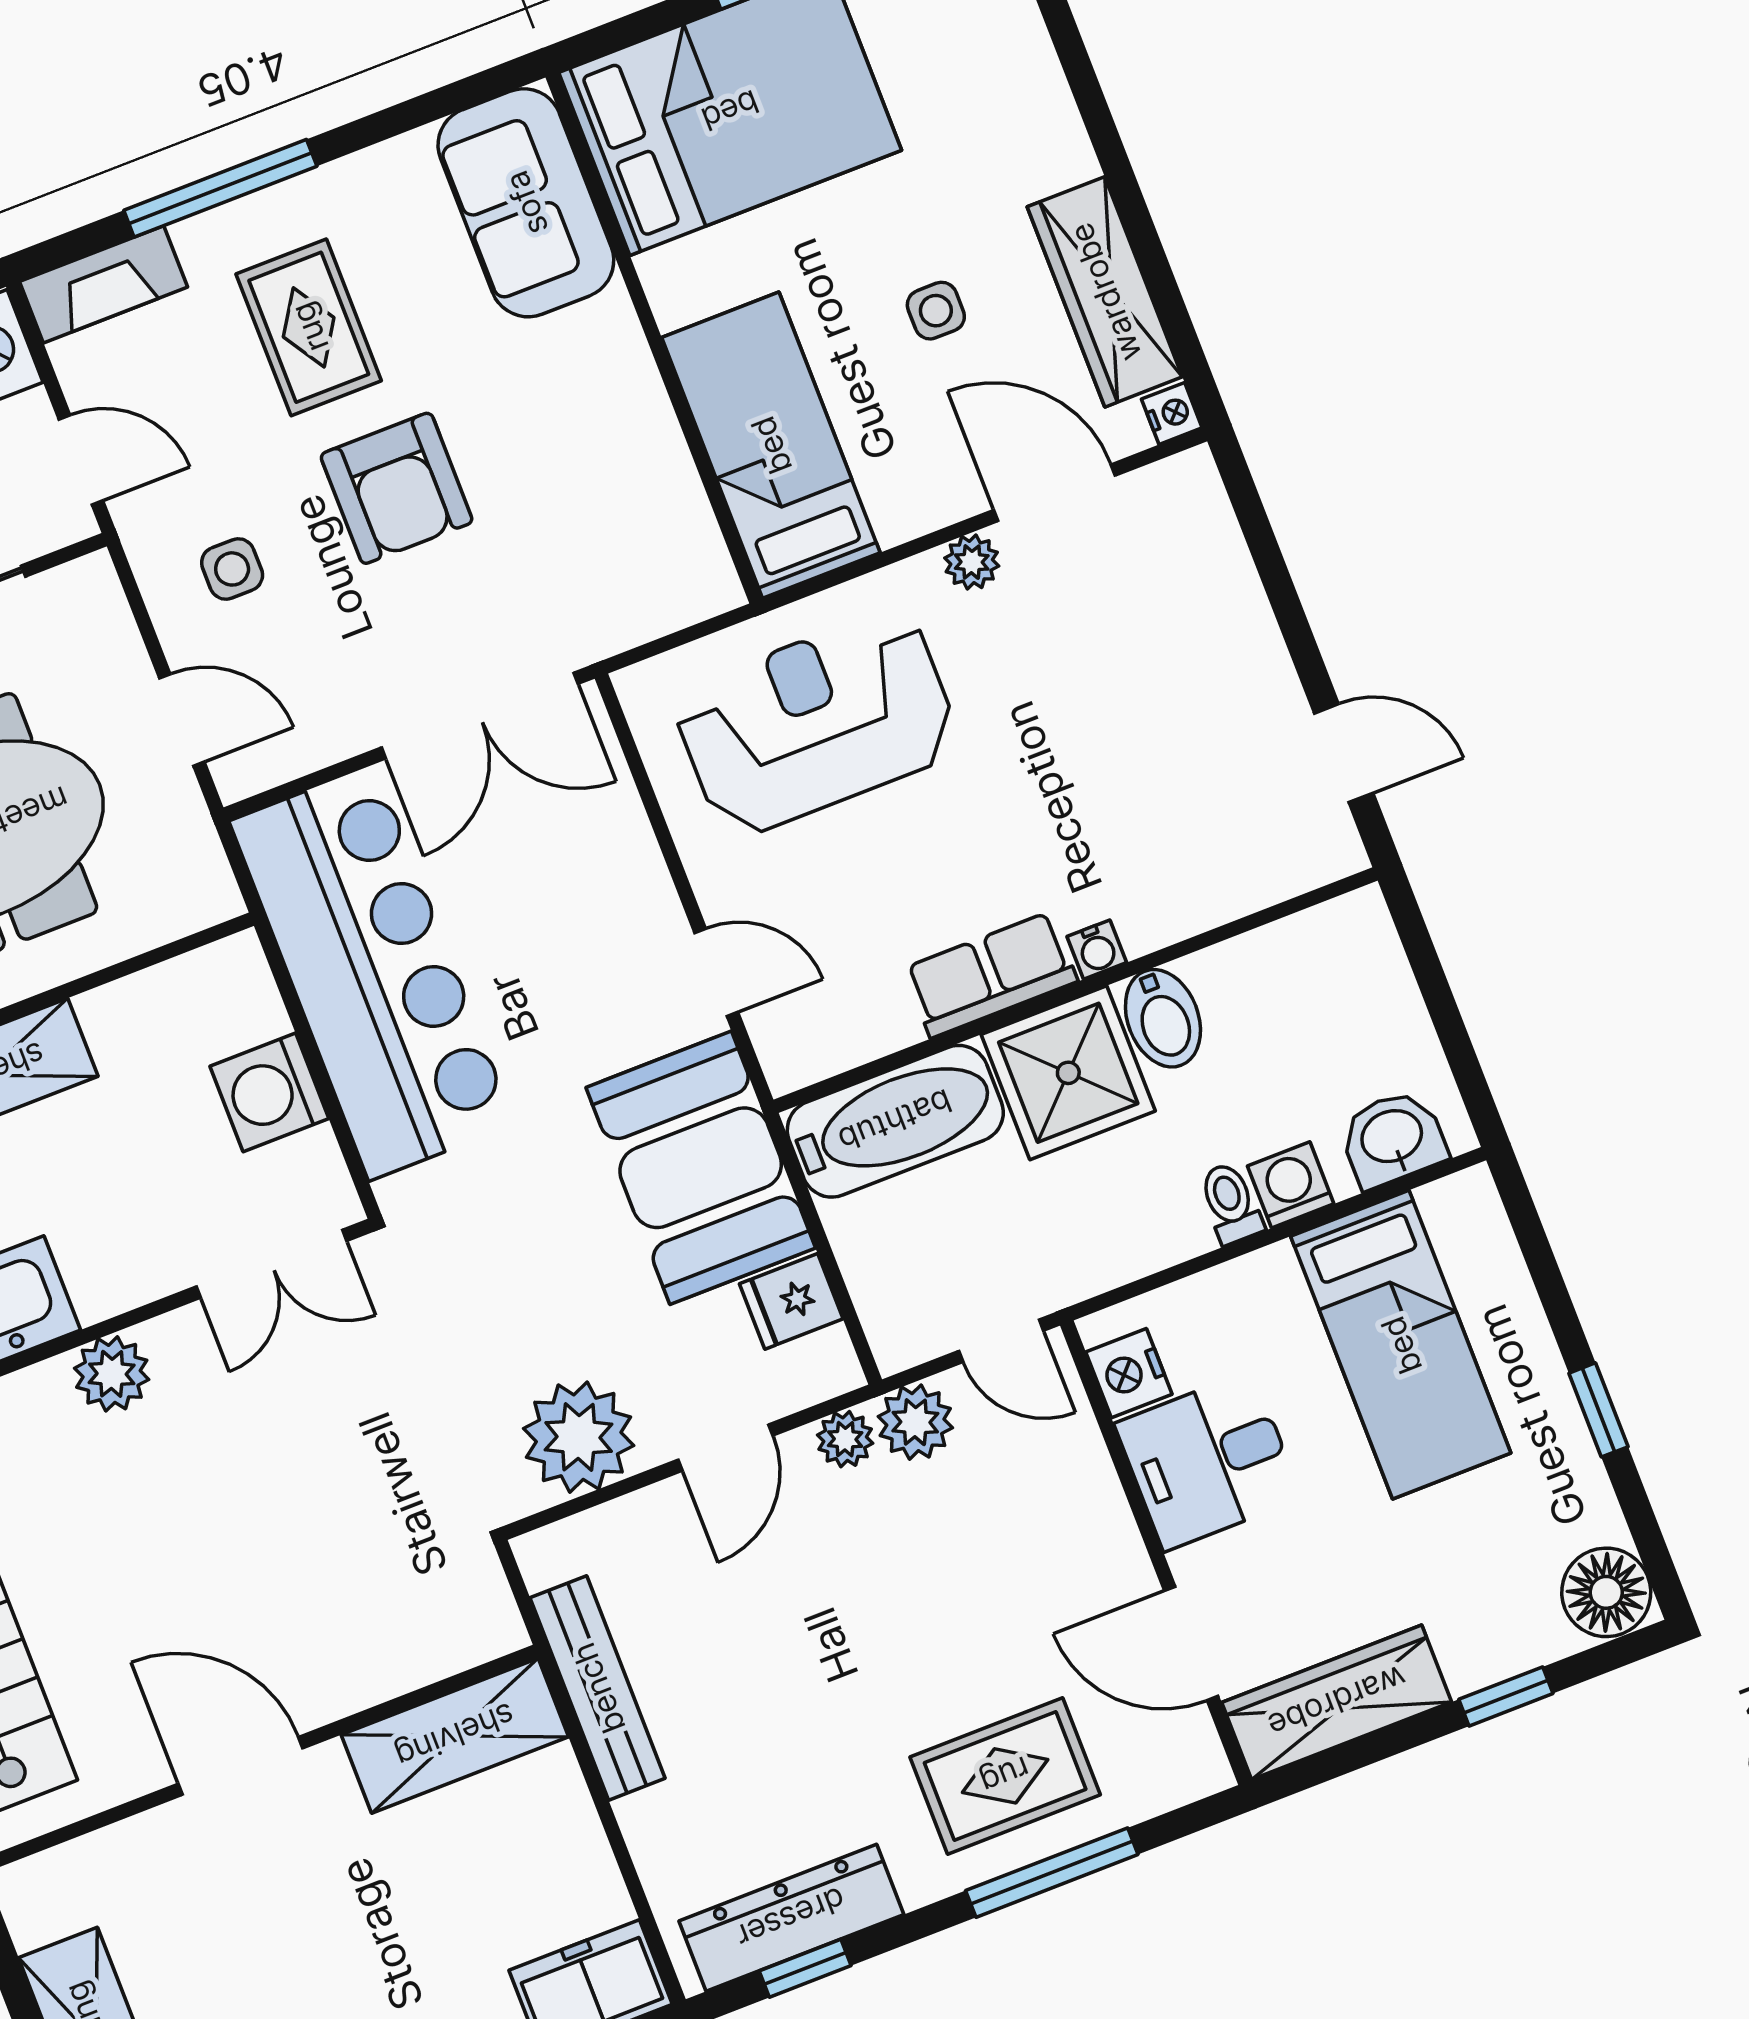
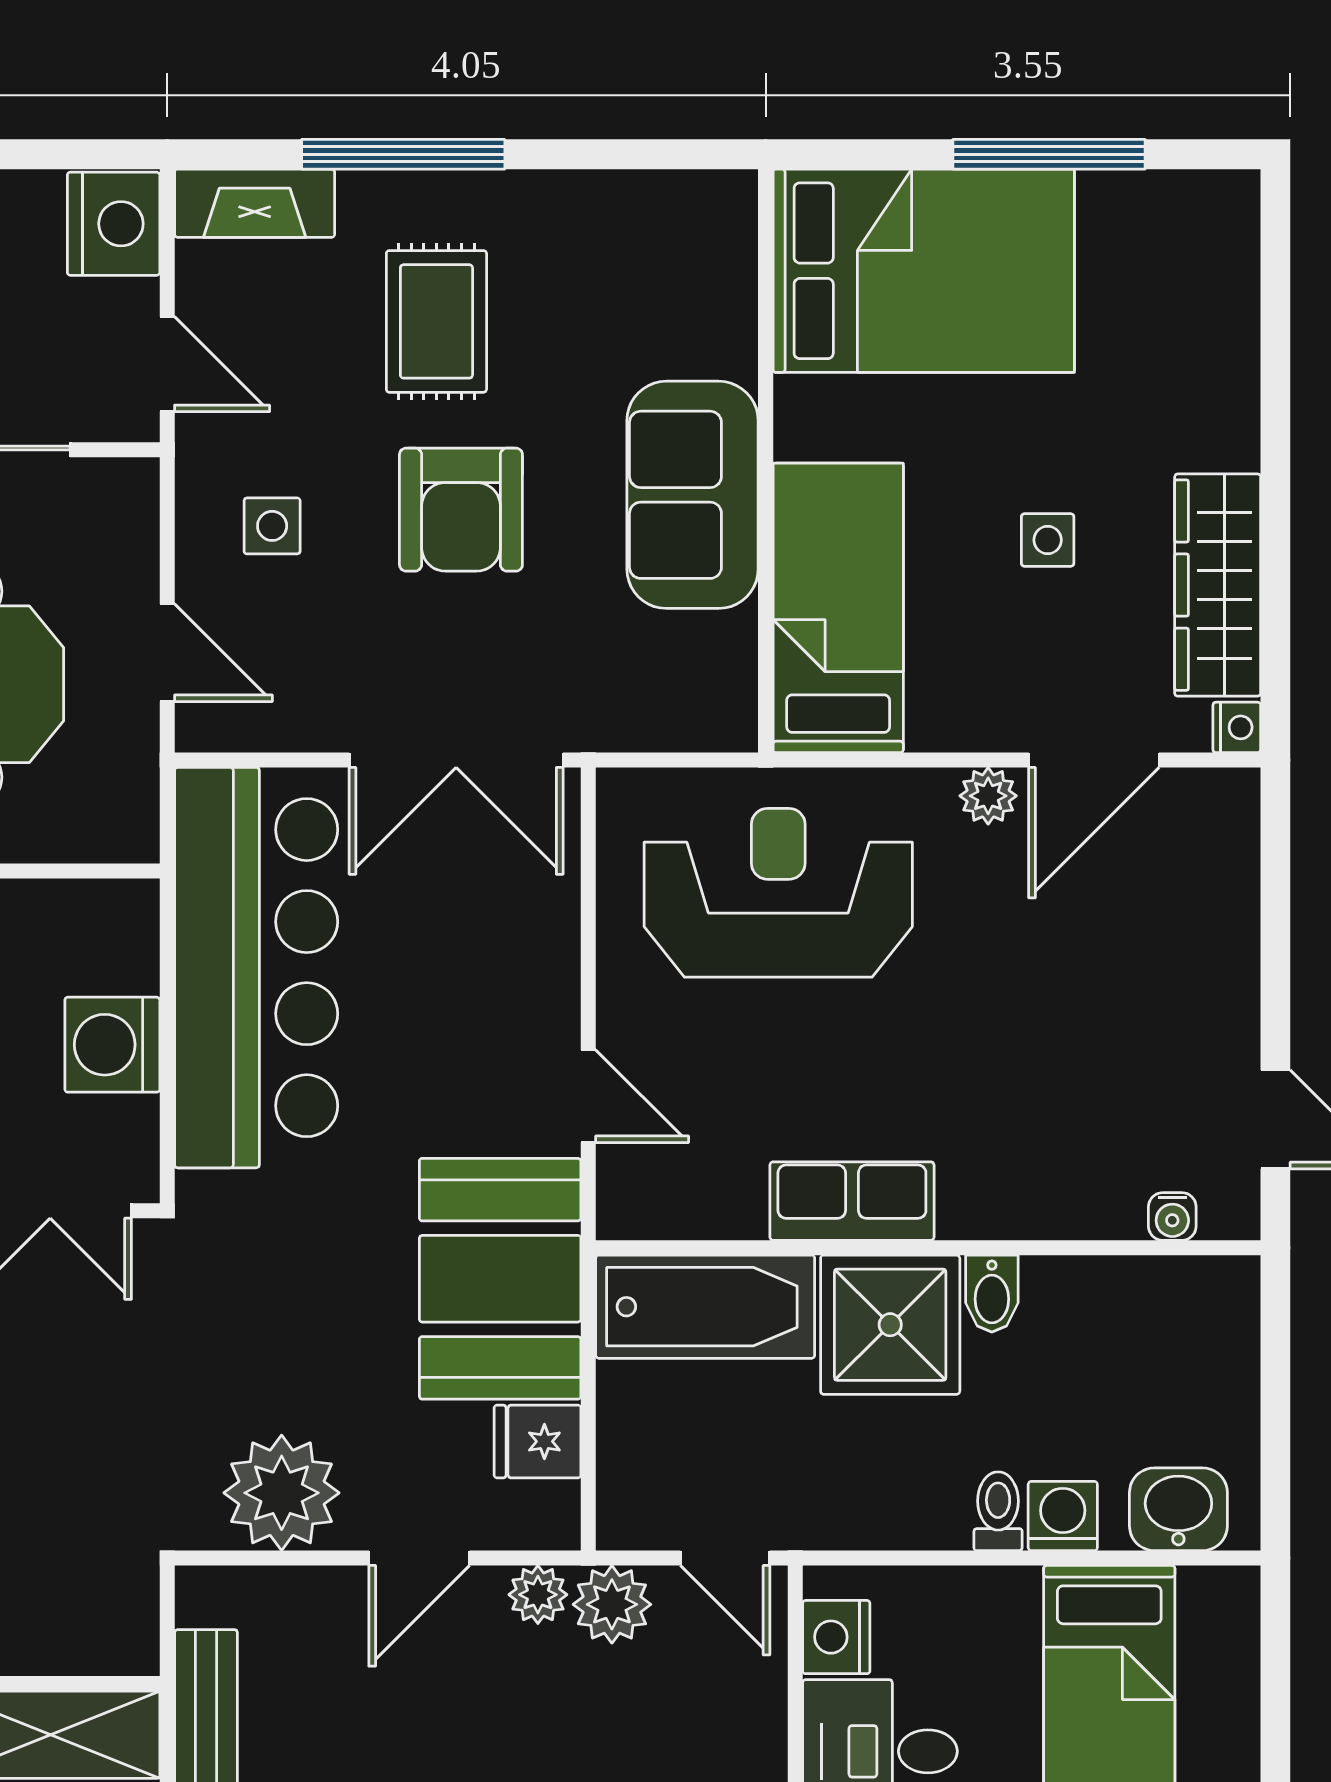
sofa: (526, 203) -> (693, 495), moved
door: (1055, 493) -> (1094, 760), swing flipped
water cooler: (1097, 950) -> (1172, 1216), moved
bidet: (1163, 1018) -> (992, 1294), width x0.72, depth x0.74

